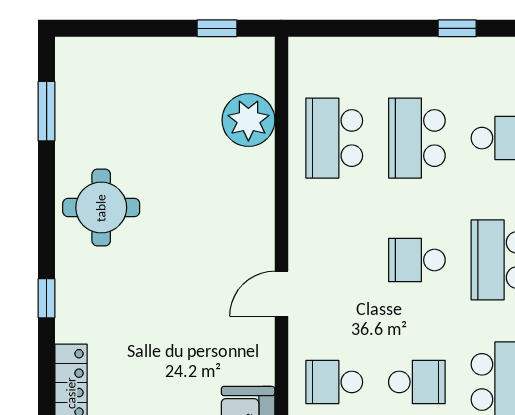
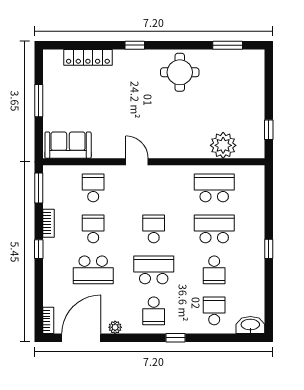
school desk: (417, 382) -> (93, 229), turned 180

